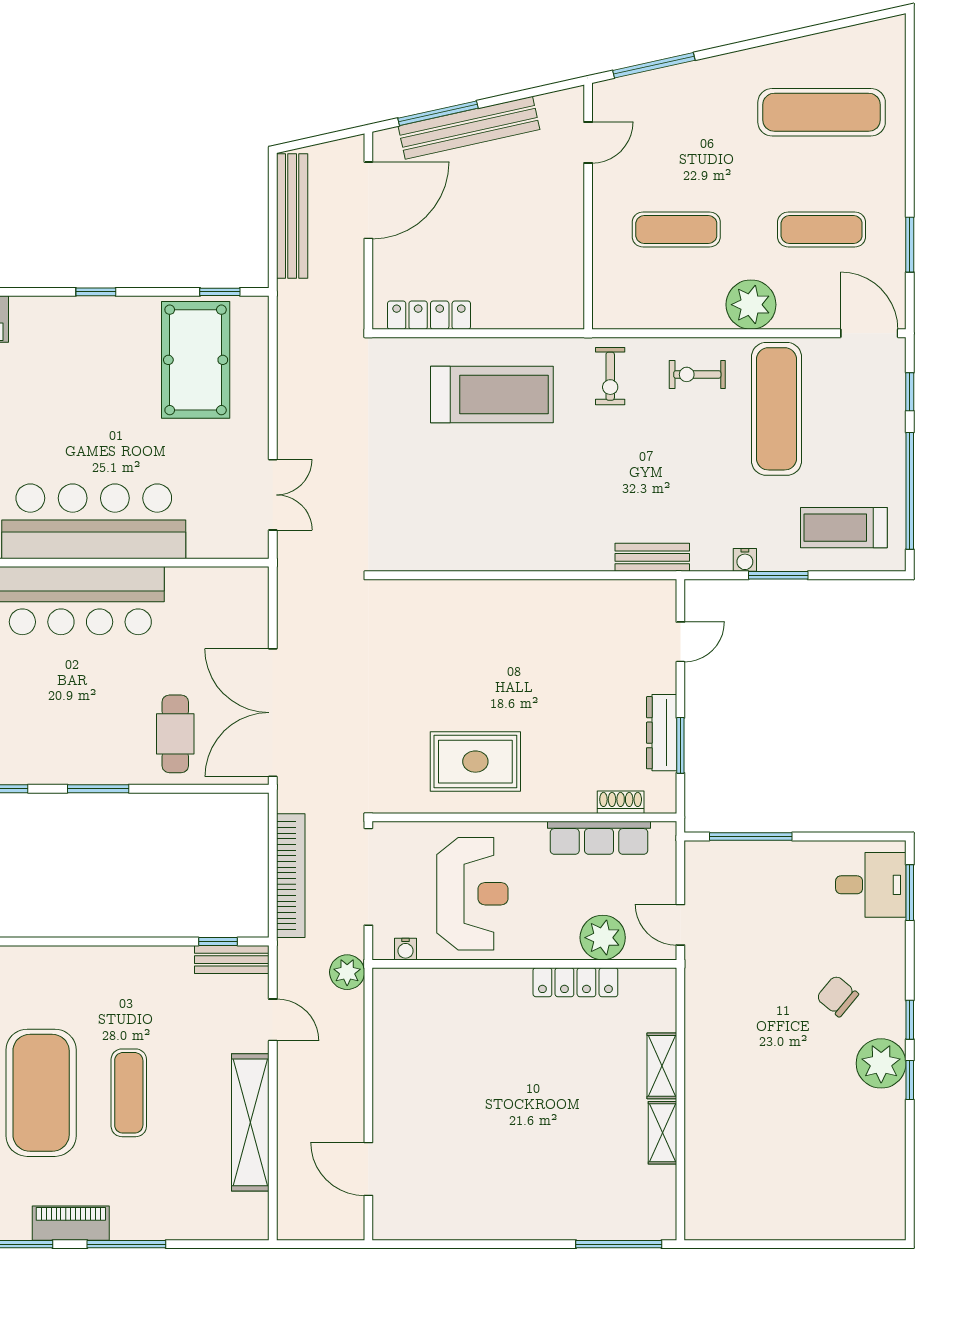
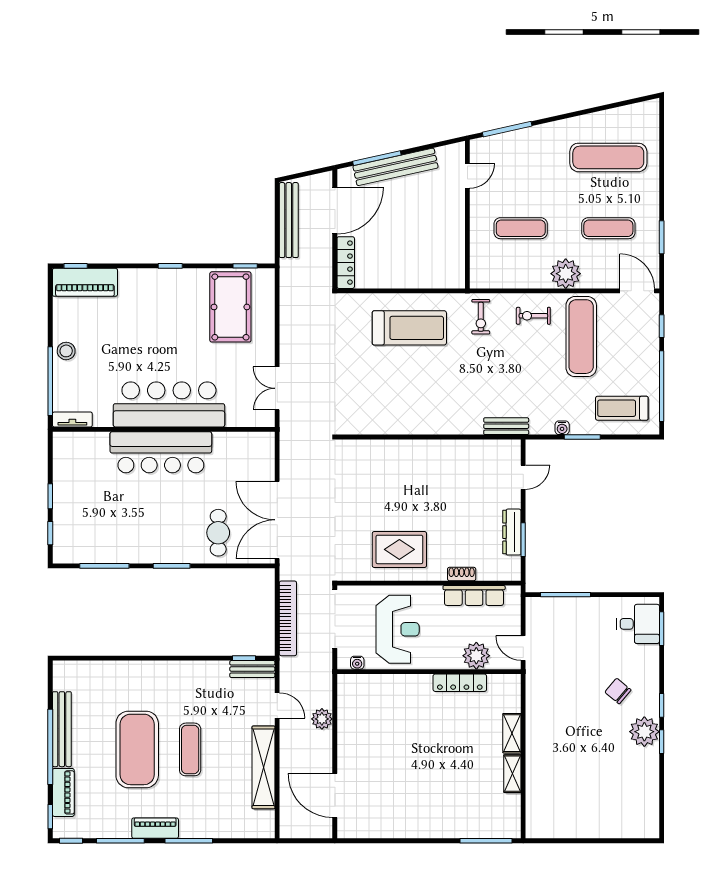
locker: (429, 315) -> (346, 263), moved, turned 90
double door: (273, 495) -> (277, 388), swing flipped
shoe rack: (621, 802) -> (462, 574), moved
plant: (347, 972) -> (322, 719), moved
door: (368, 1169) -> (335, 795), width x1.36

